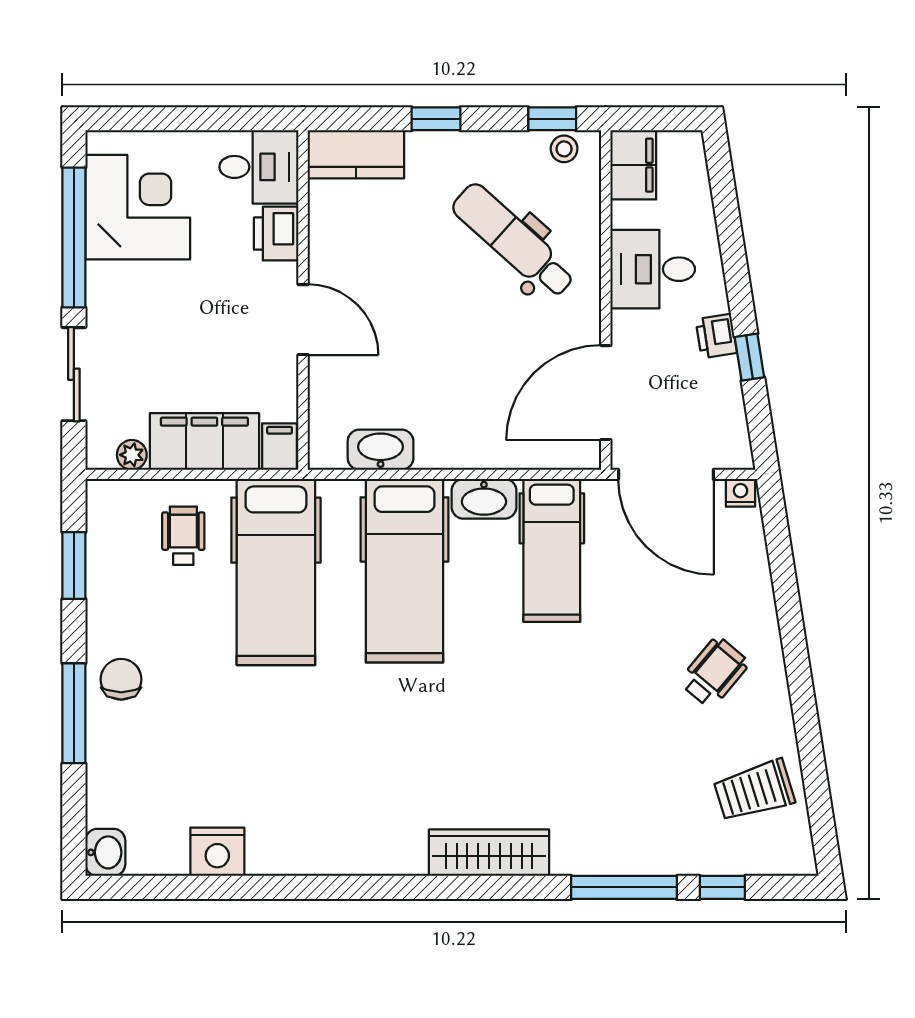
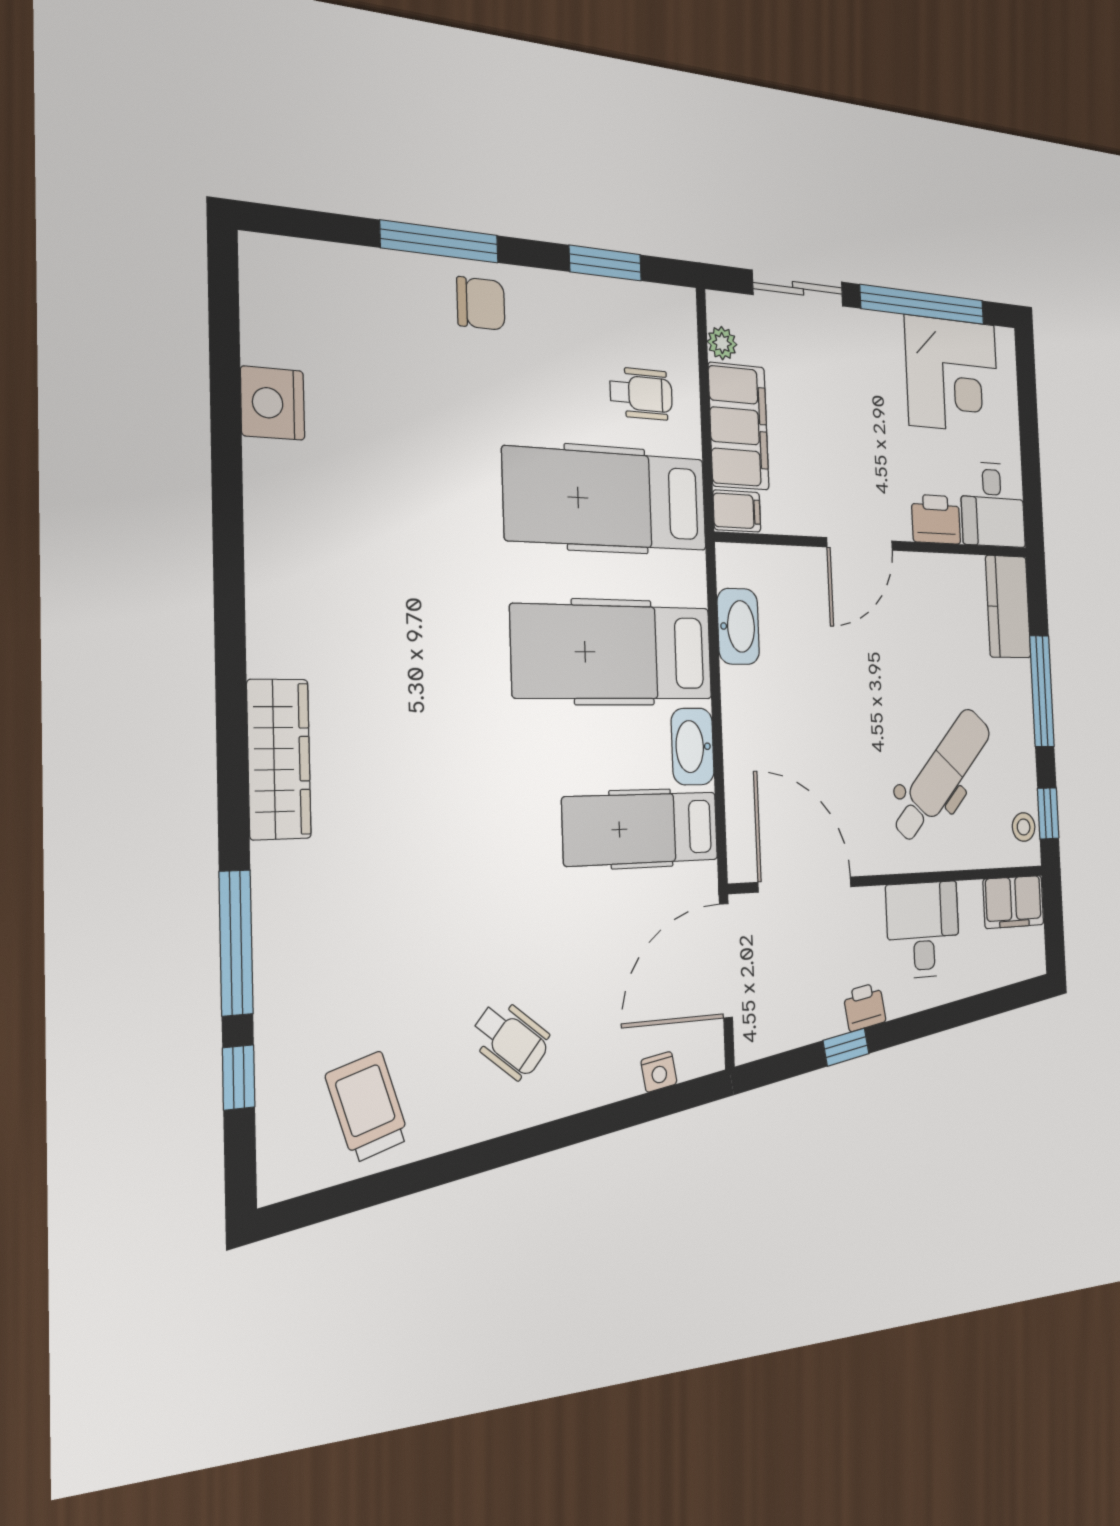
window: (436, 119) -> (1042, 691), width x2.17
nightstand: (740, 493) -> (659, 1072), moved, turned 81
washbasin: (105, 852) -> (269, 259), removed

